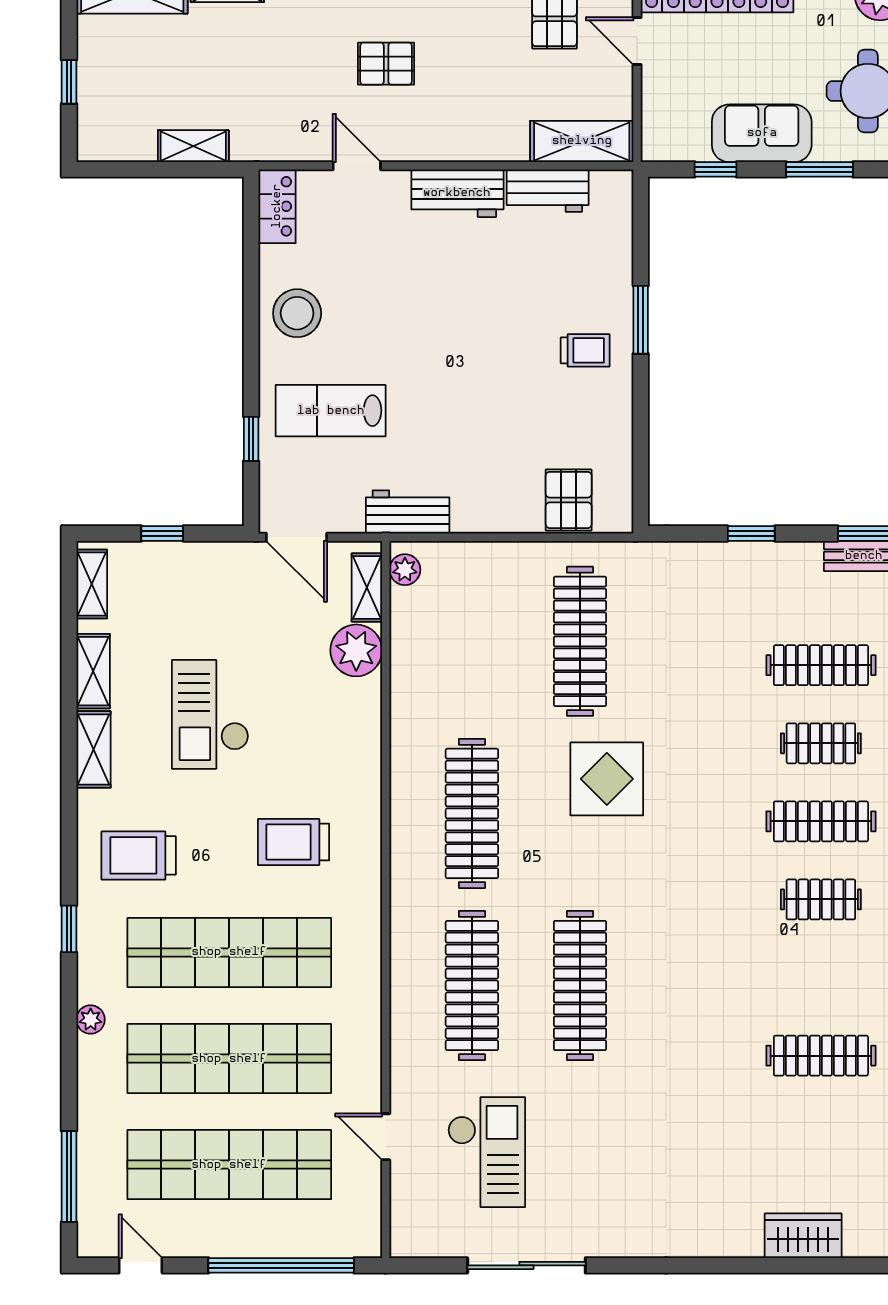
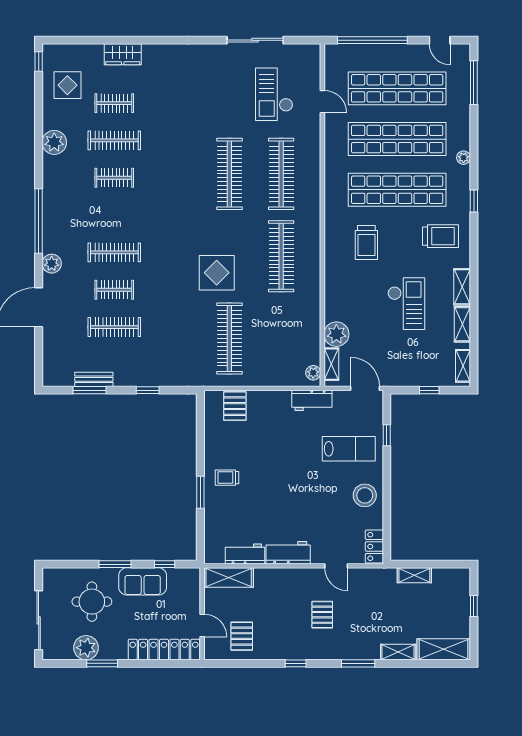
pallet: (386, 64) -> (322, 615), turned 90
trolley: (294, 842) -> (366, 243), turned 90
clothes rail: (821, 899) -> (114, 178), moved
clothes rail: (821, 1134) -> (114, 103), added

